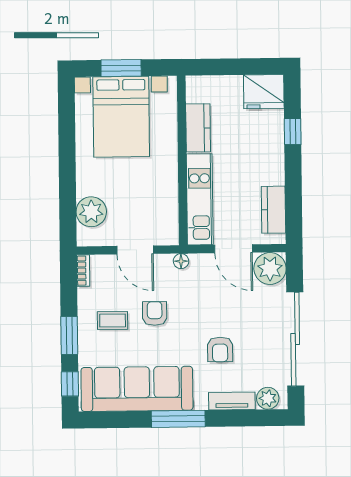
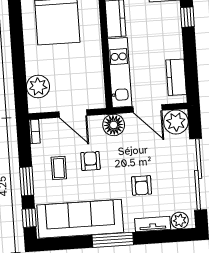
floor lamp: (181, 261) -> (114, 125), width x1.89, depth x1.89
coffee table: (113, 320) -> (59, 168), turned 90

